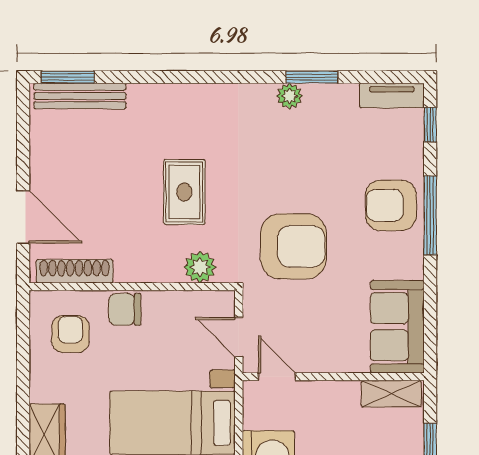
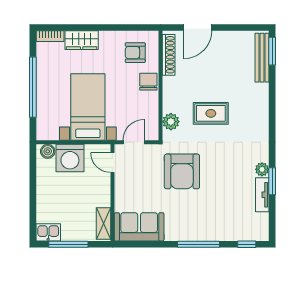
tv unit: (392, 95) -> (262, 195), moved
armchair: (391, 205) -> (204, 223), removed
armchair: (70, 334) -> (135, 53), turned 180
door: (277, 377) -> (112, 163), swing flipped

